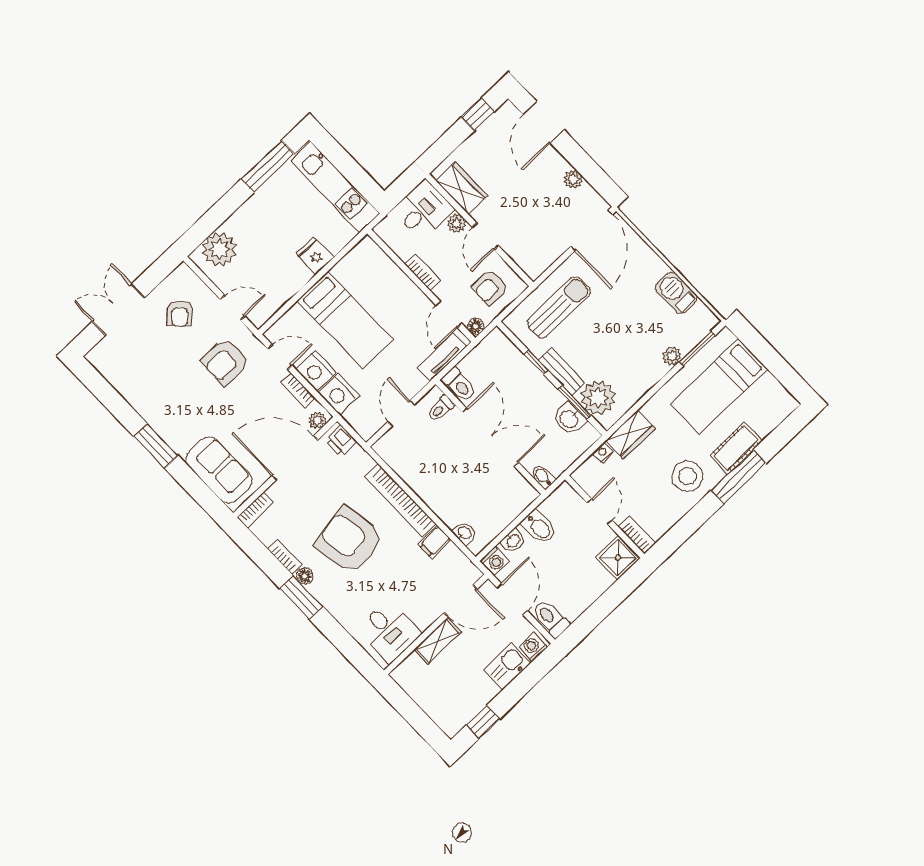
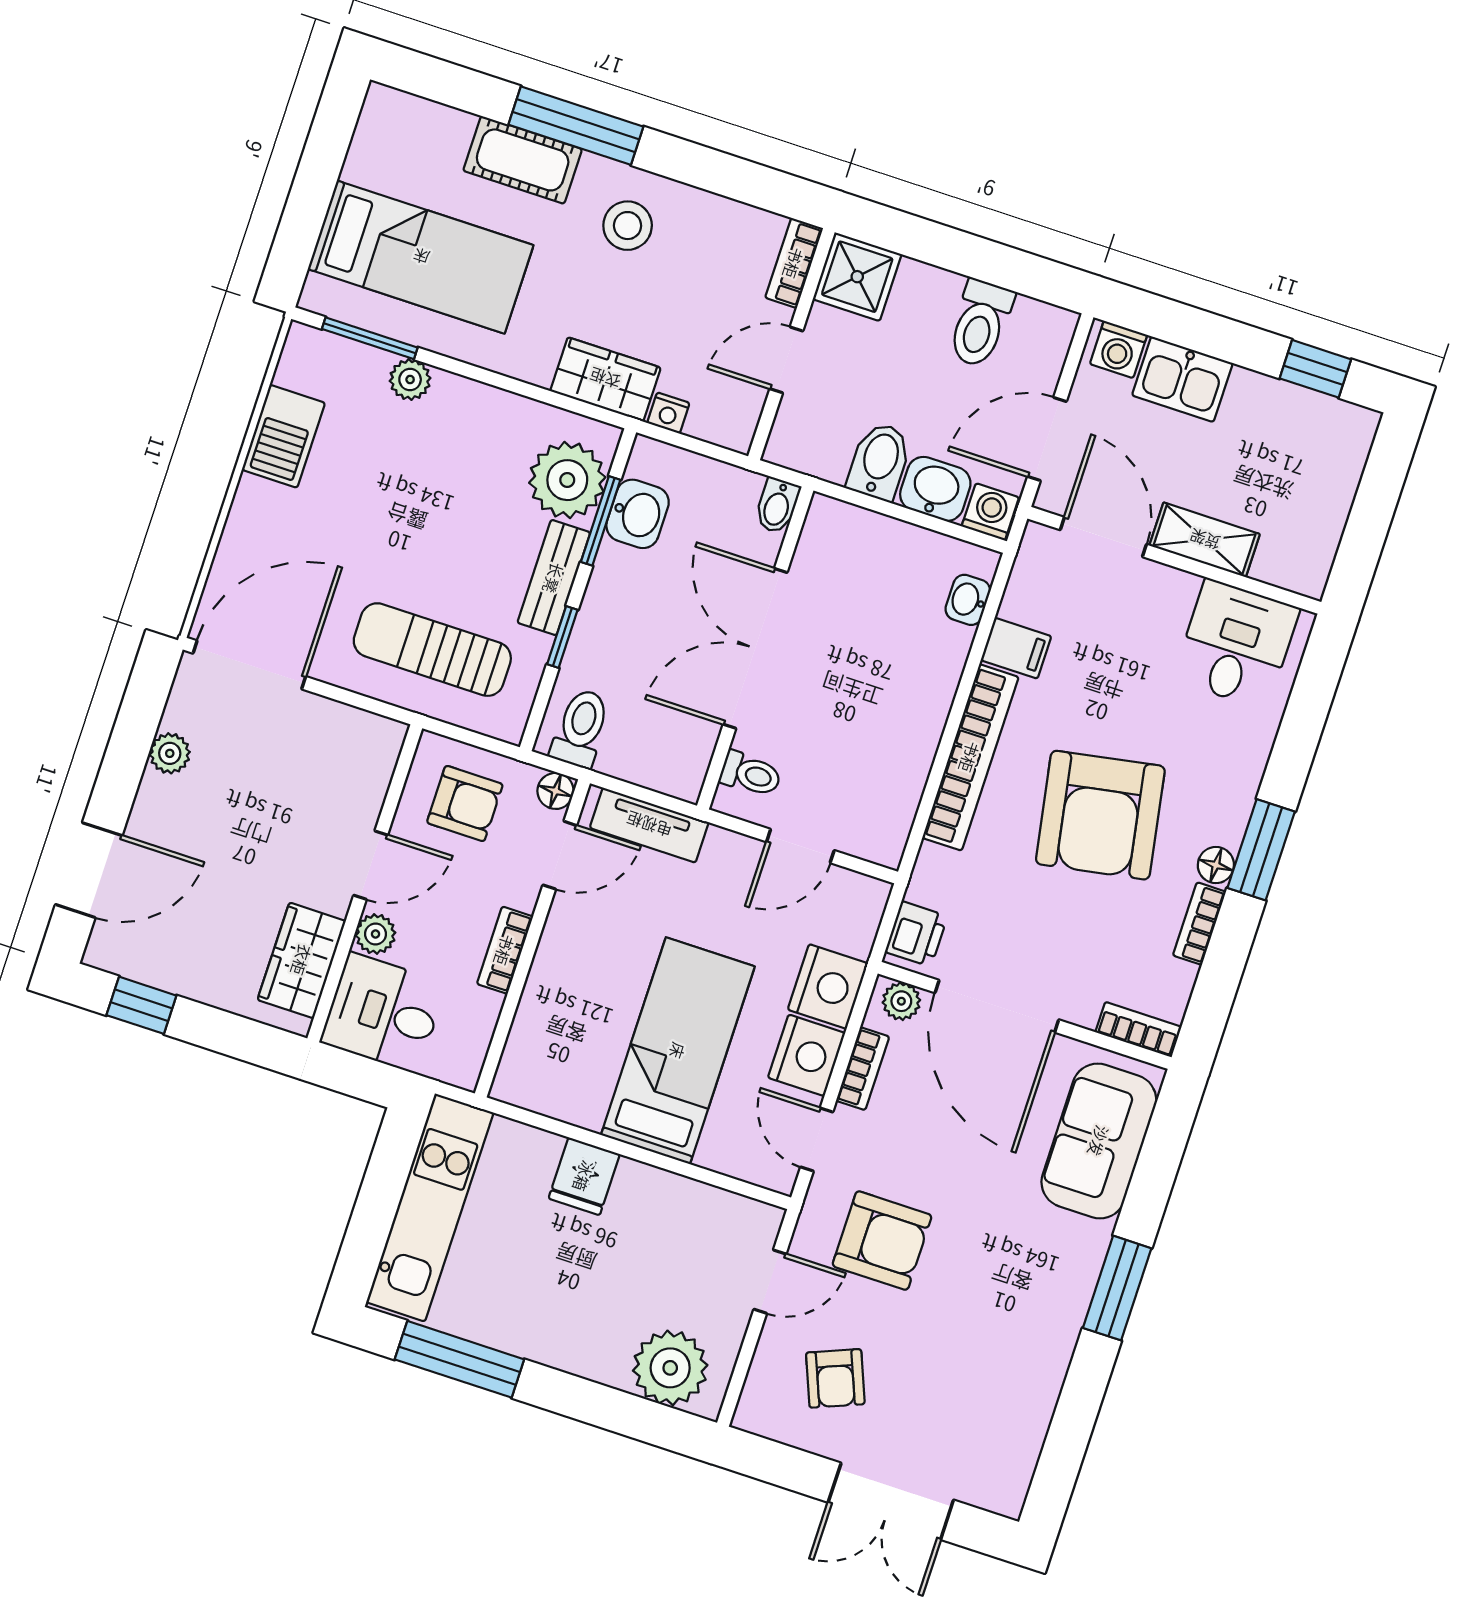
door: (233, 308) -> (770, 1282), swing flipped
armchair: (180, 313) -> (835, 1378), turned 112
toilet: (459, 385) -> (581, 728), moved
stool: (687, 476) -> (628, 226), width x0.73, depth x0.73
washbasin: (513, 541) -> (935, 489), width x1.38, depth x1.45
toilet: (550, 619) -> (980, 323), moved

